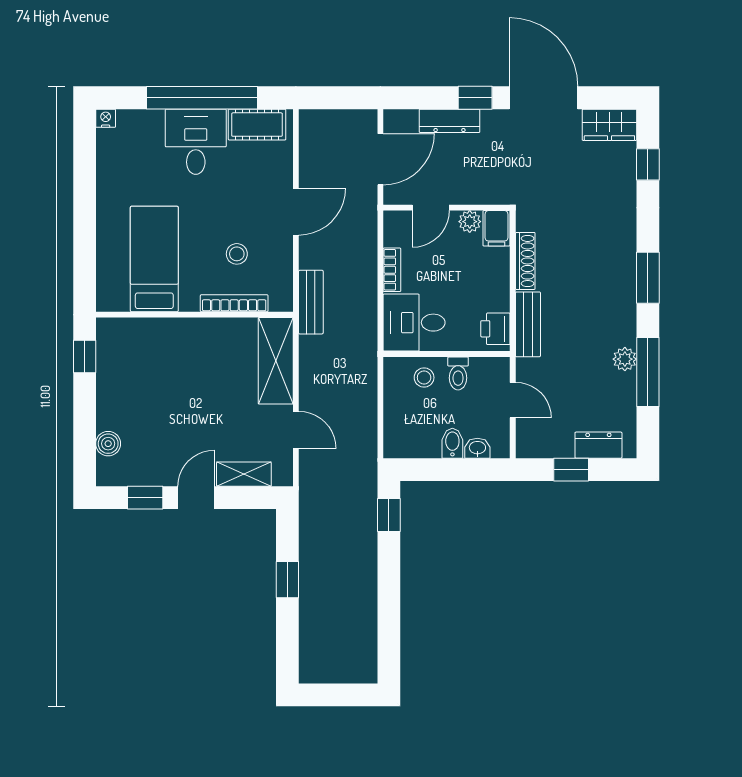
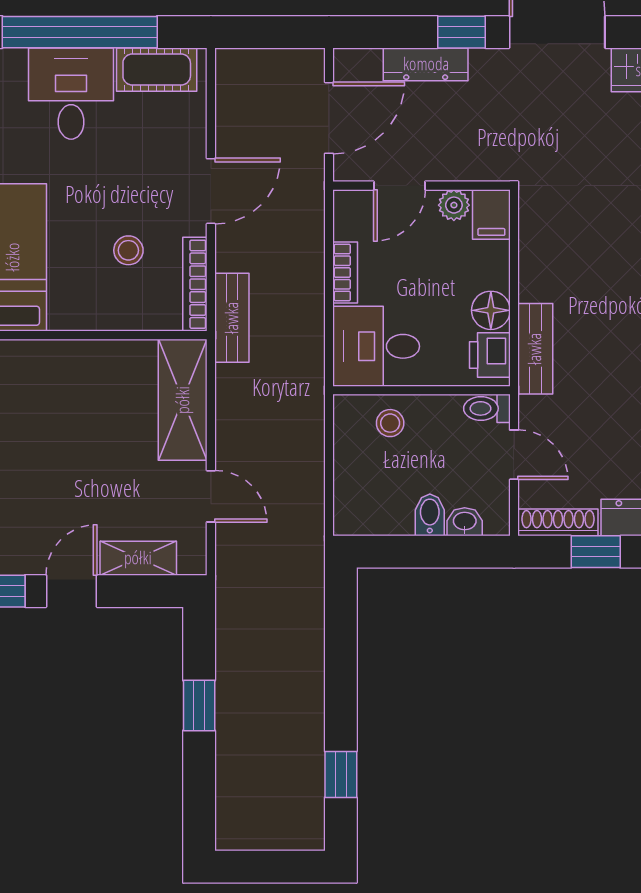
shoe rack: (525, 261) -> (558, 522), moved, turned -90
floor lamp: (496, 297) -> (491, 310), added
bookcase: (234, 303) -> (195, 284), moved, turned -90
toilet: (458, 373) -> (487, 408), moved, turned 90
window: (389, 515) -> (341, 774), moved

